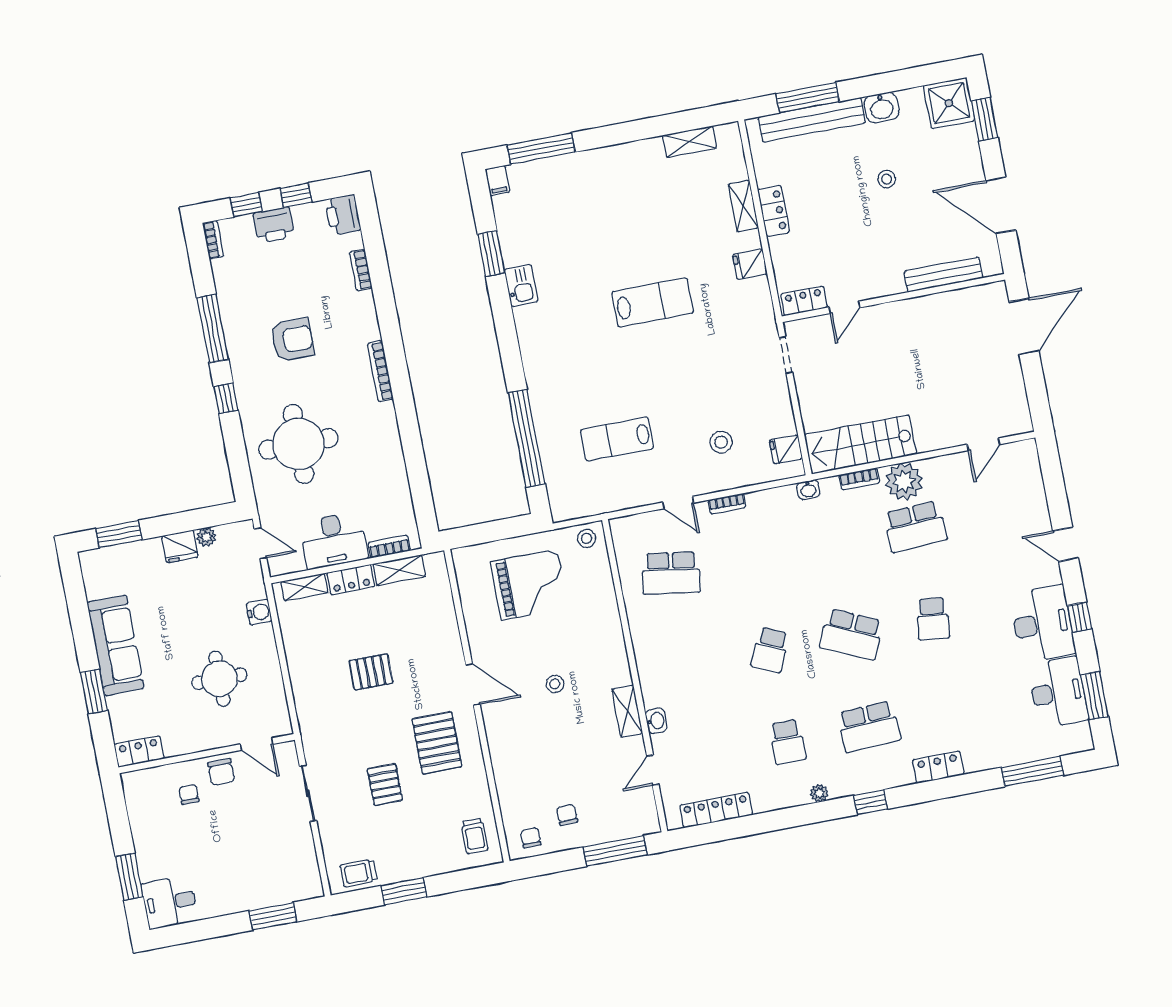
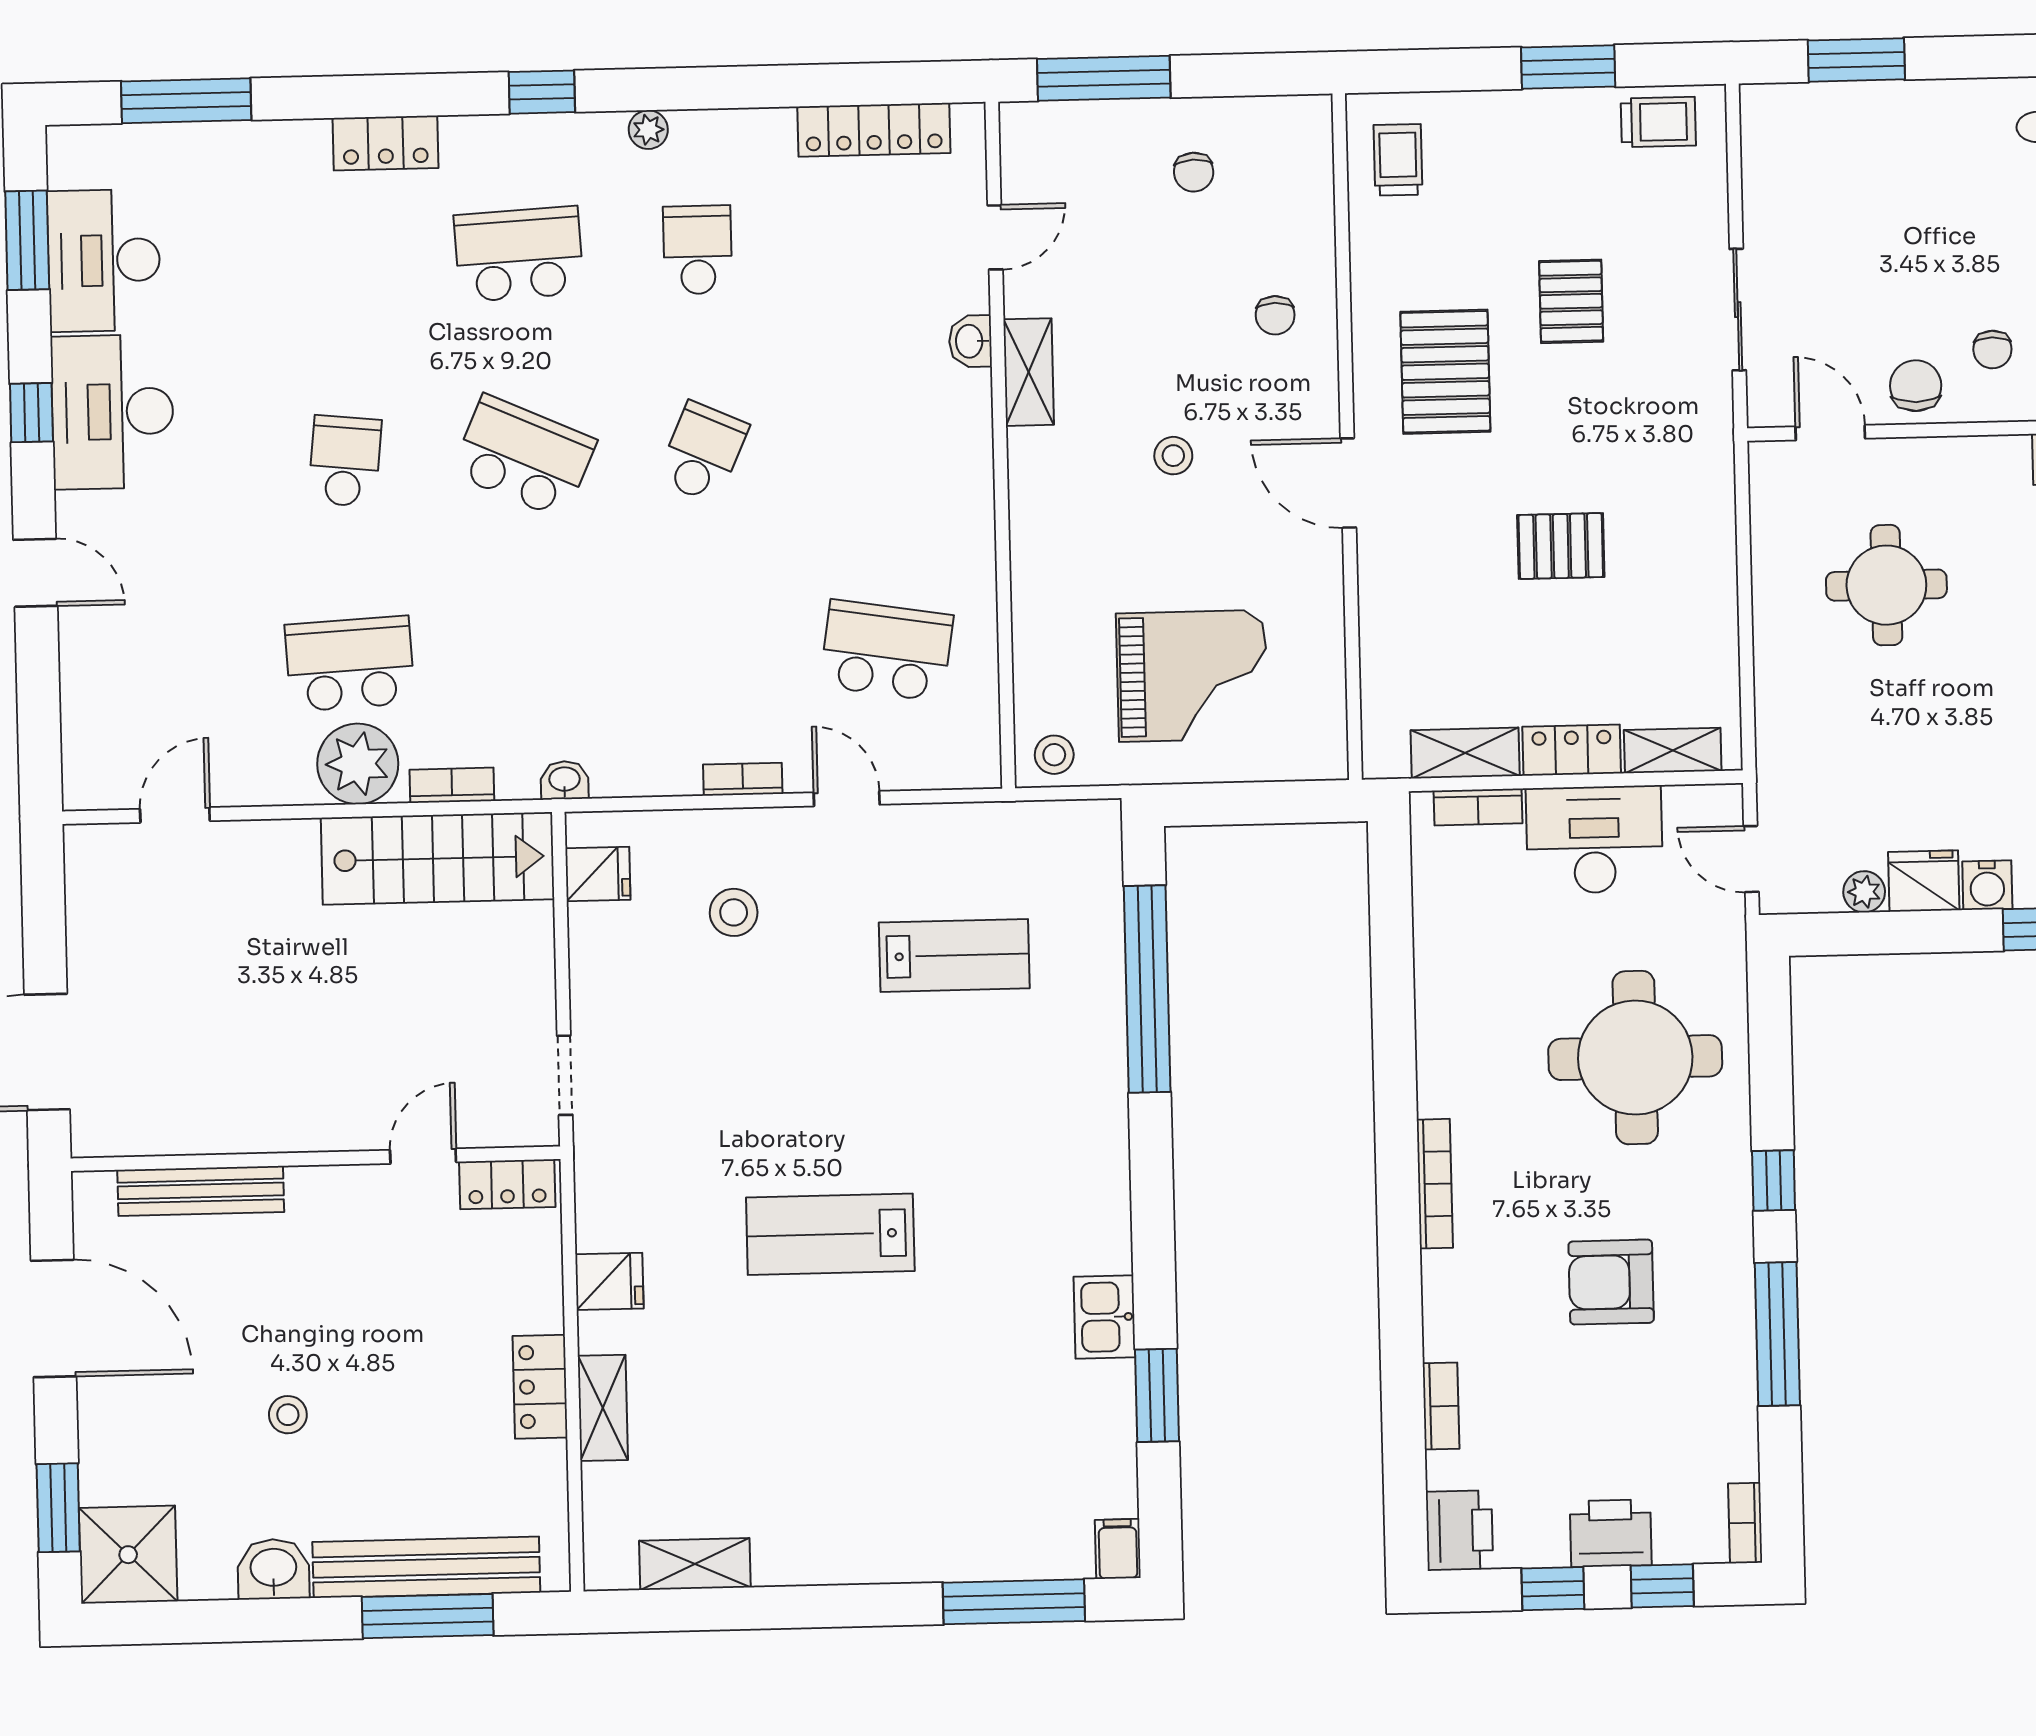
grand piano: (530, 585) -> (1192, 676), turned 180
water cooler: (259, 612) -> (1987, 885), moved, turned -90
chair: (531, 838) -> (1275, 315), moved

